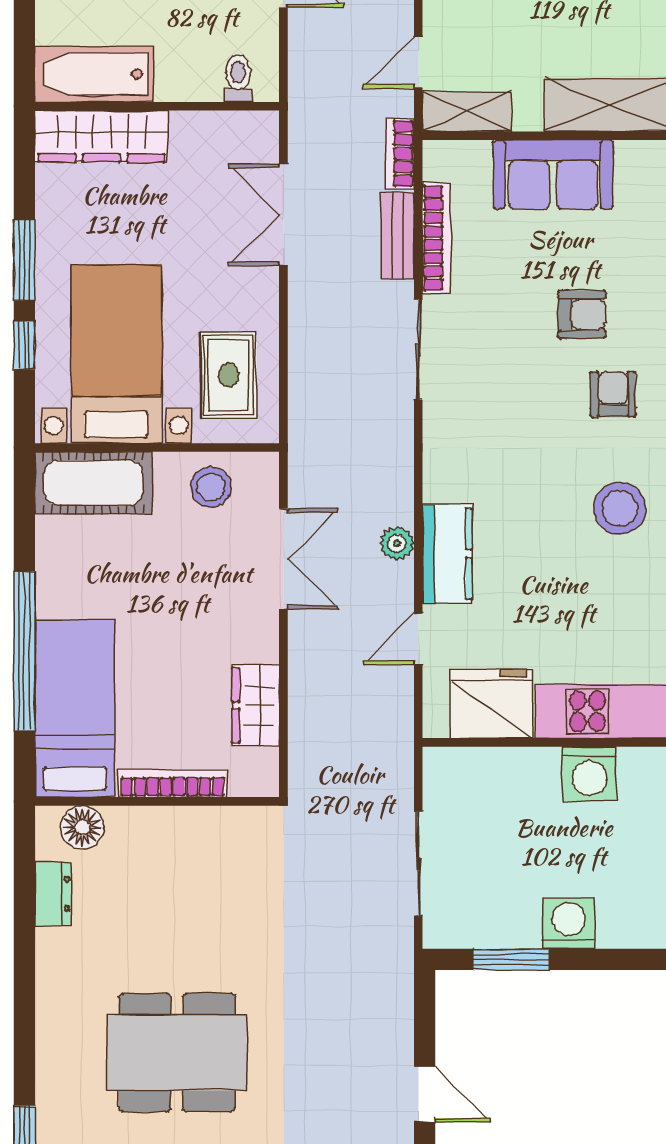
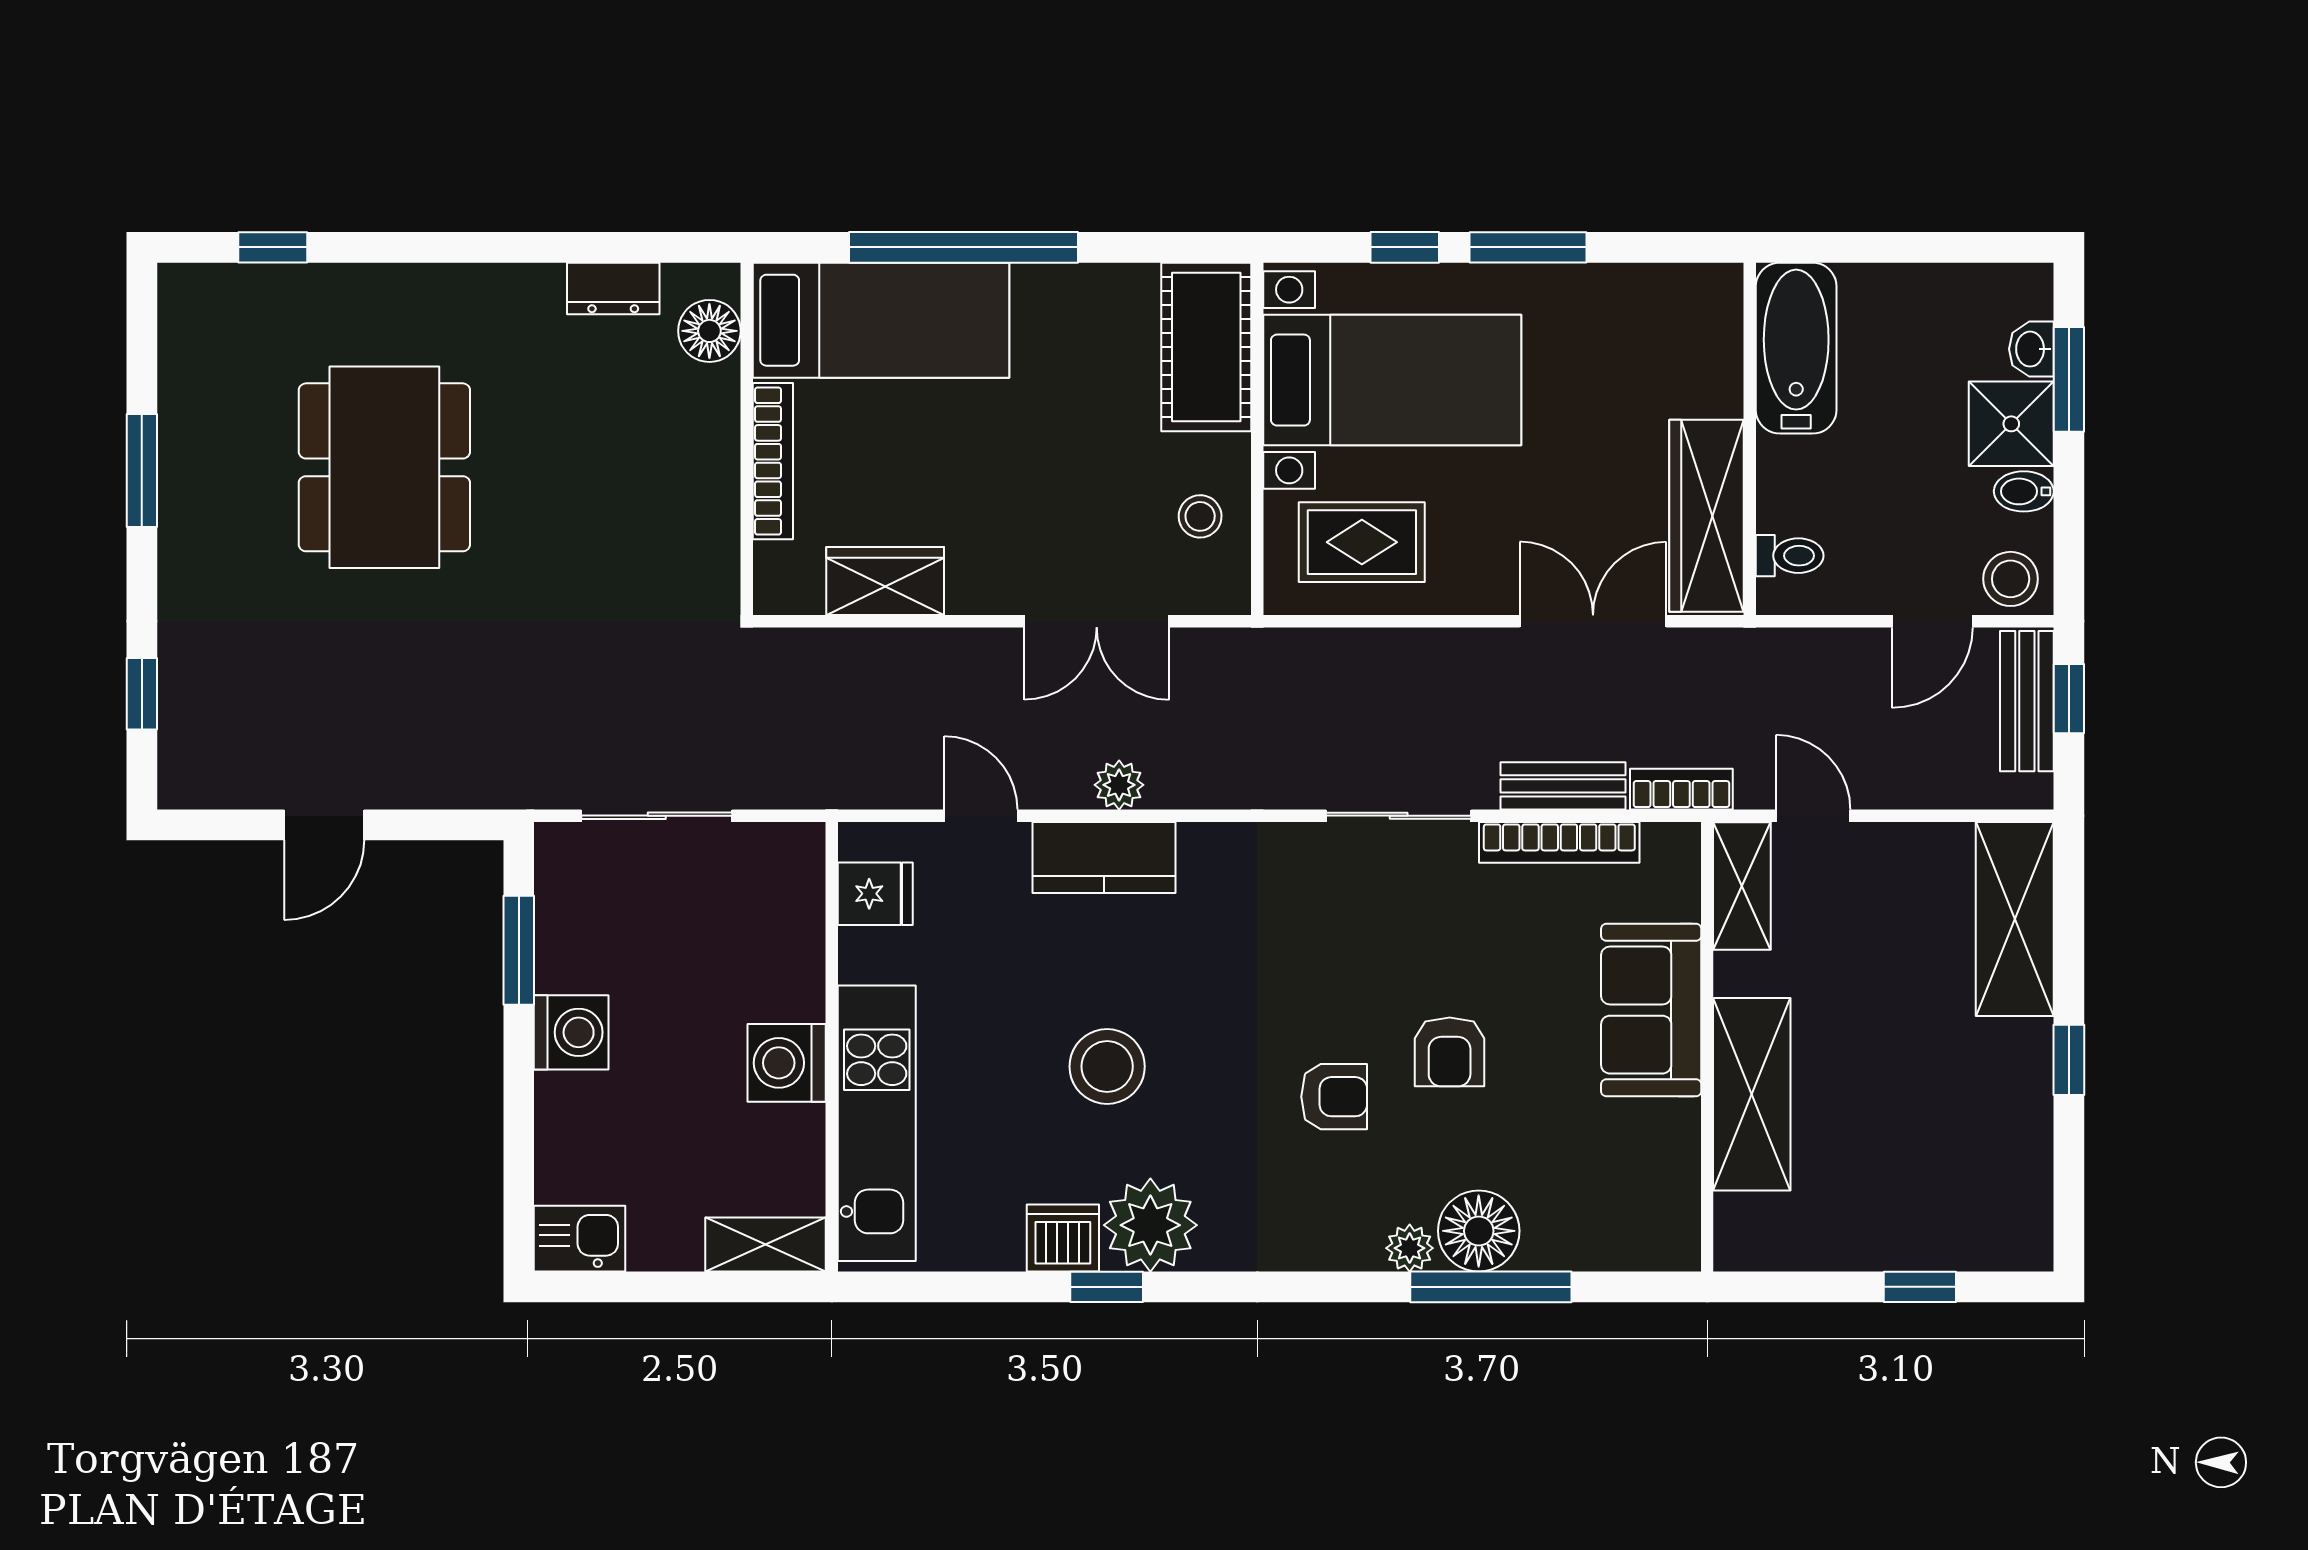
wardrobe: (102, 136) -> (1706, 516), moved
stool: (211, 487) -> (1200, 516), width x0.73, depth x0.73
stool: (620, 508) -> (1107, 1066), moved
fridge: (492, 704) -> (875, 894), width x0.53, depth x0.75

